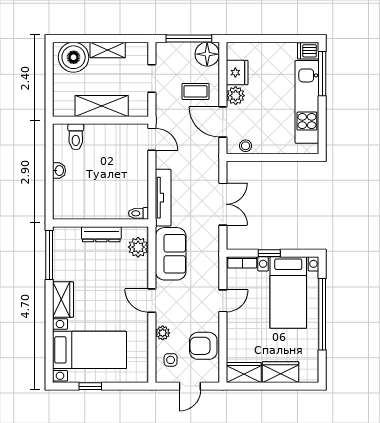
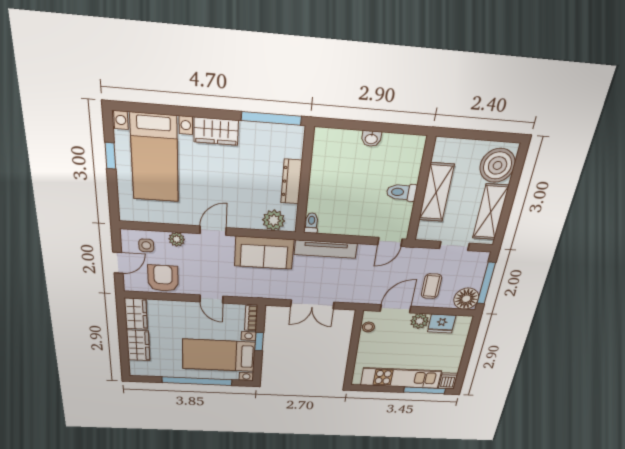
shelving: (108, 50) -> (491, 212), width x1.50, depth x1.33
toilet: (76, 137) -> (402, 192), moved
door: (190, 386) -> (118, 263), swing flipped

